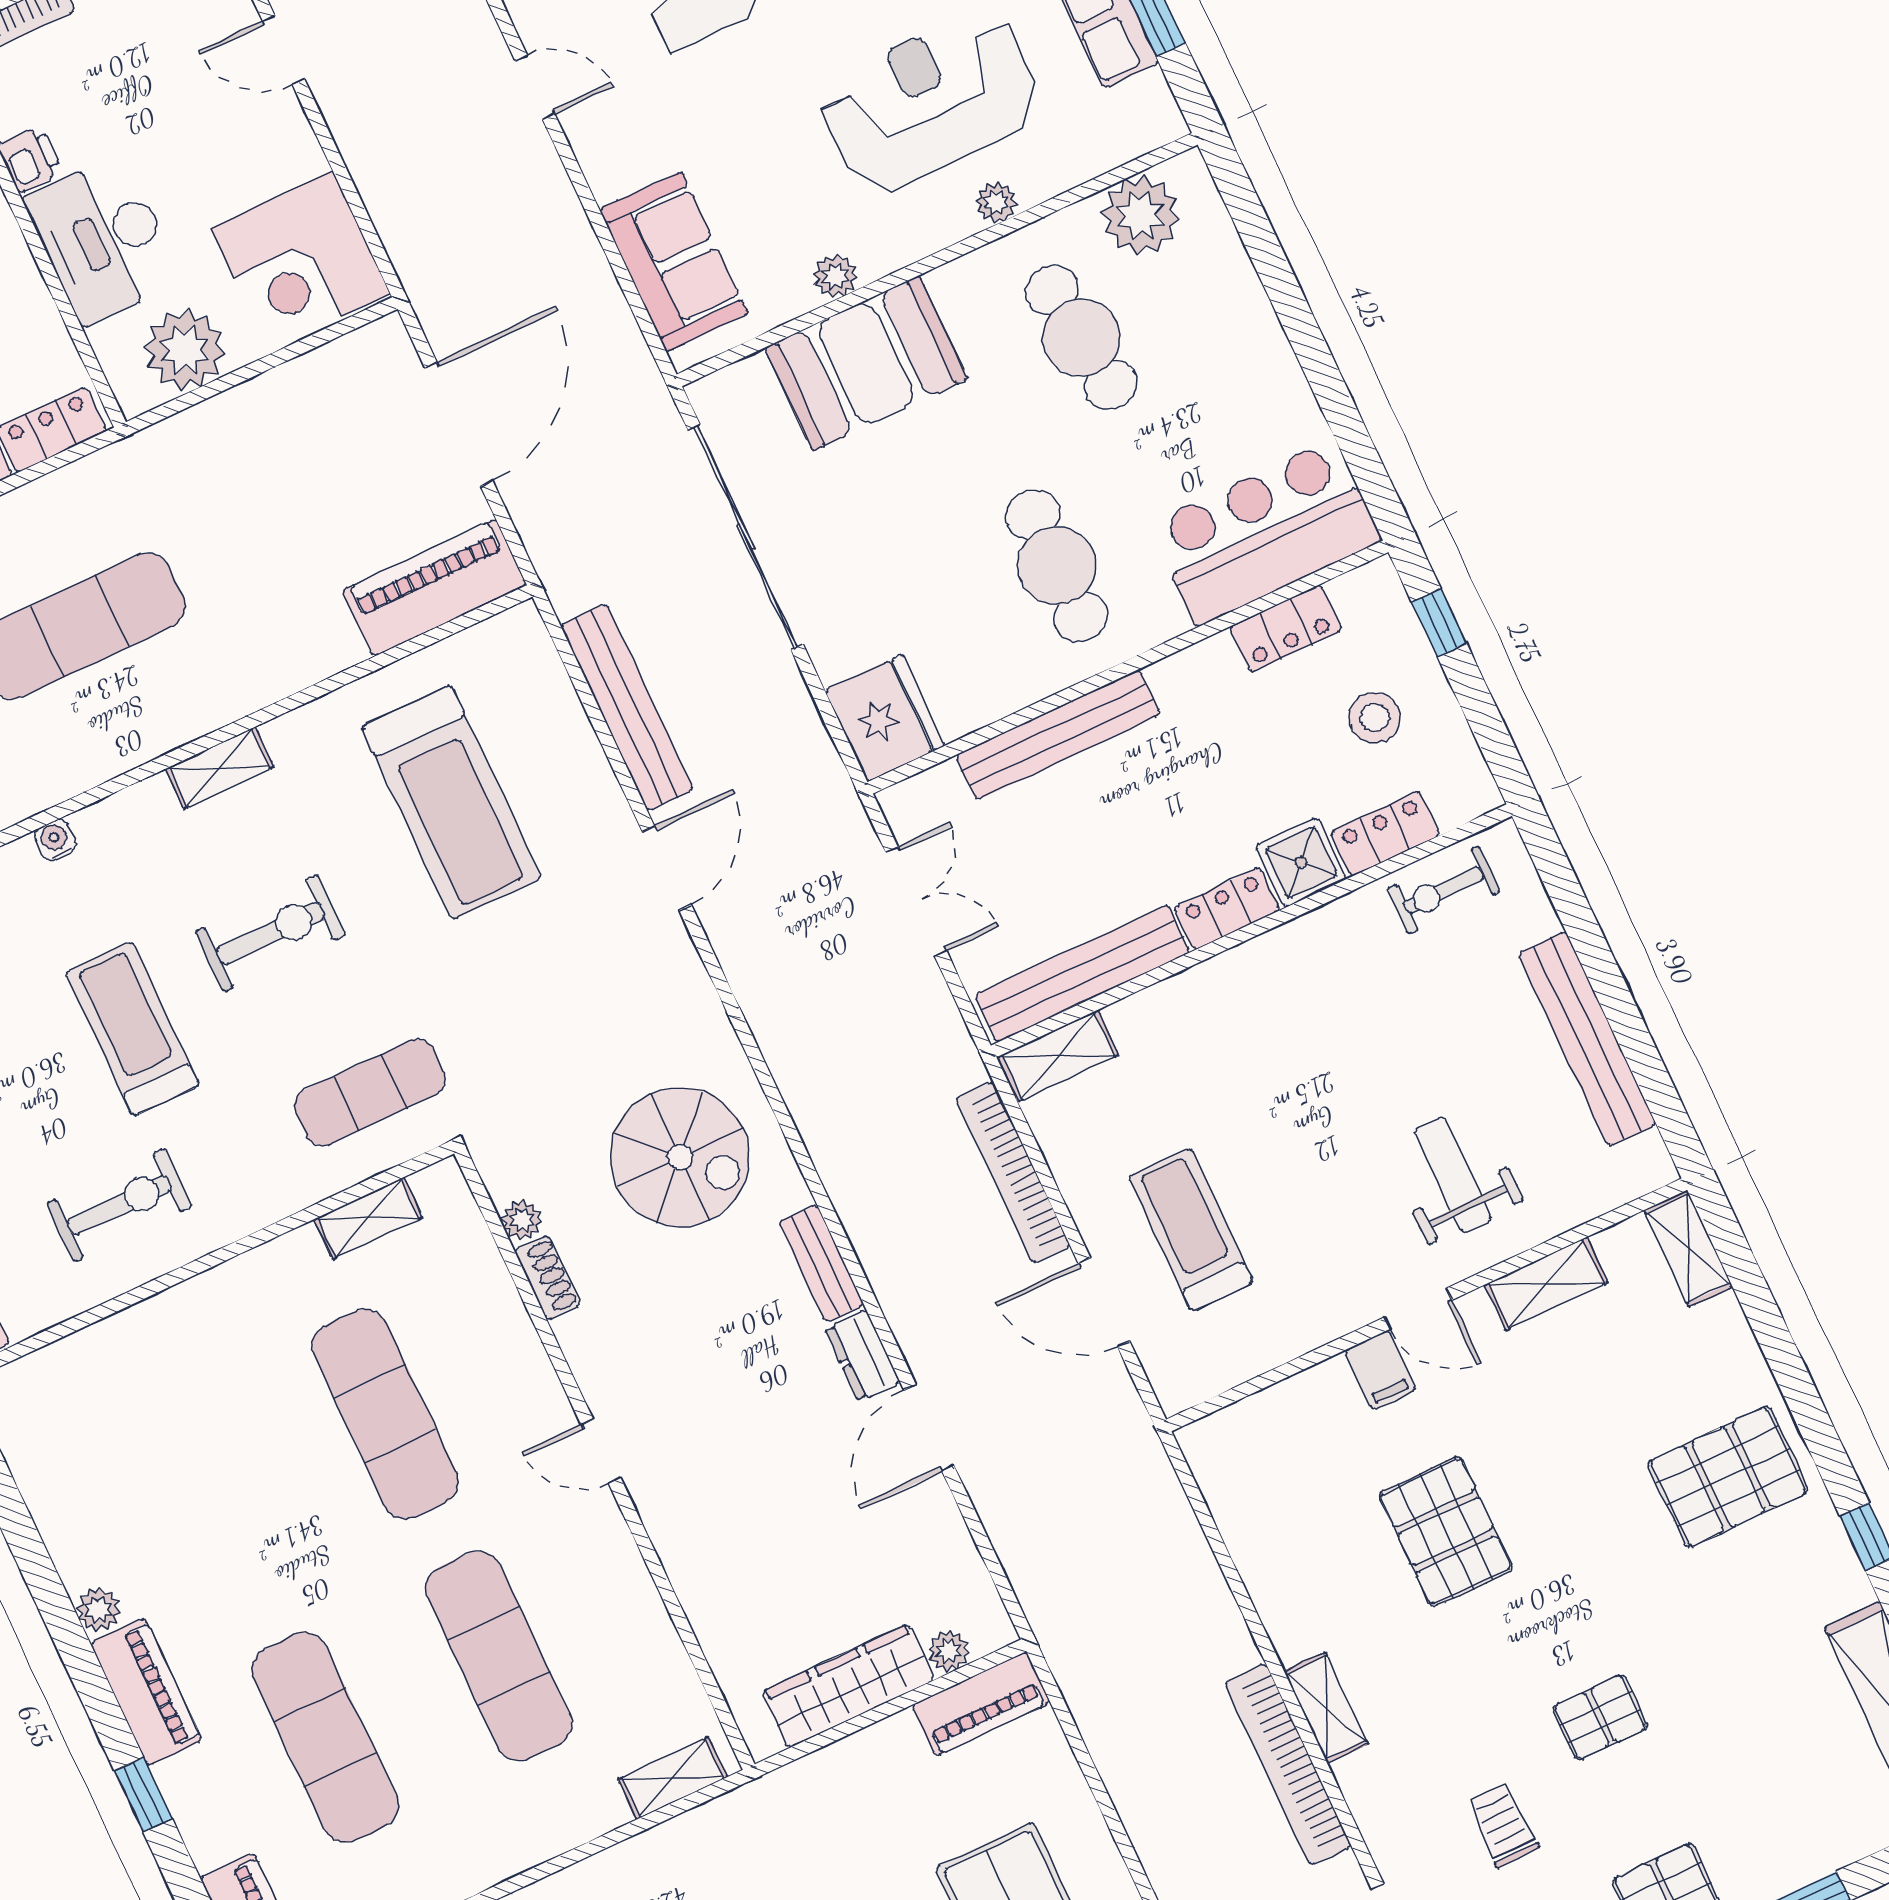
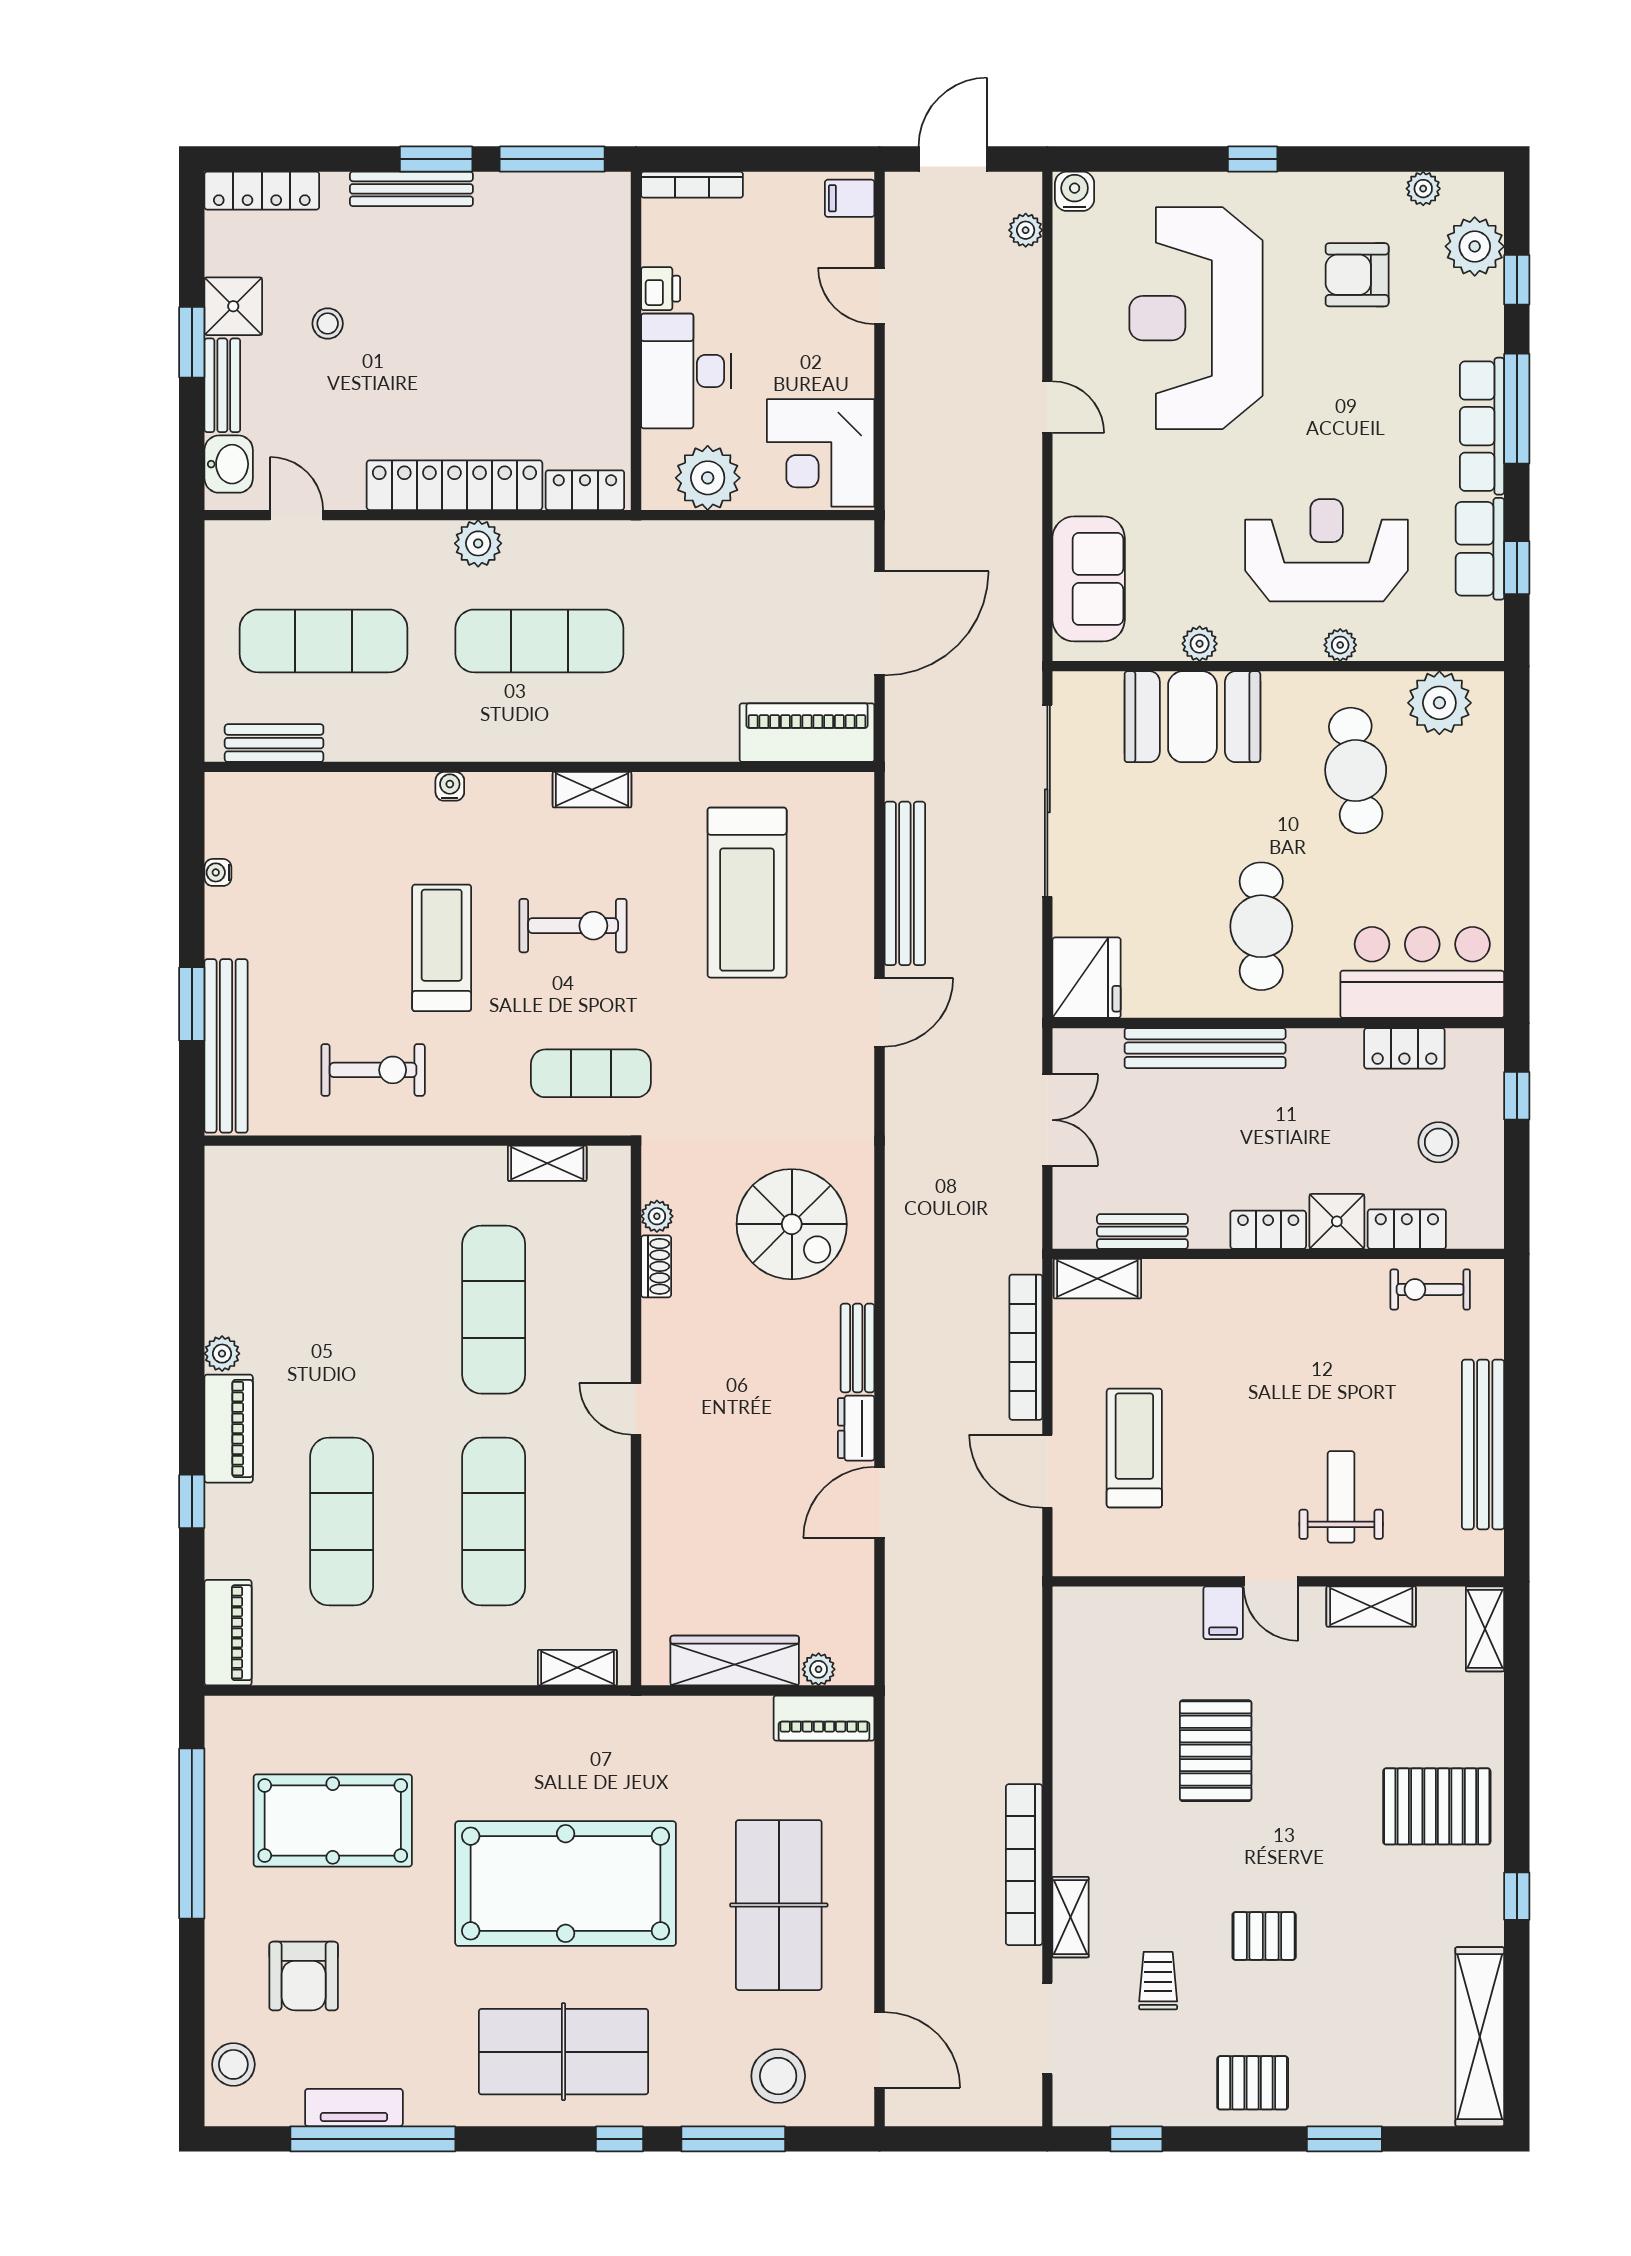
bench: (1082, 974) -> (1142, 1232), width x0.54, depth x0.82
shelving: (1326, 1708) -> (1071, 1917), moved

